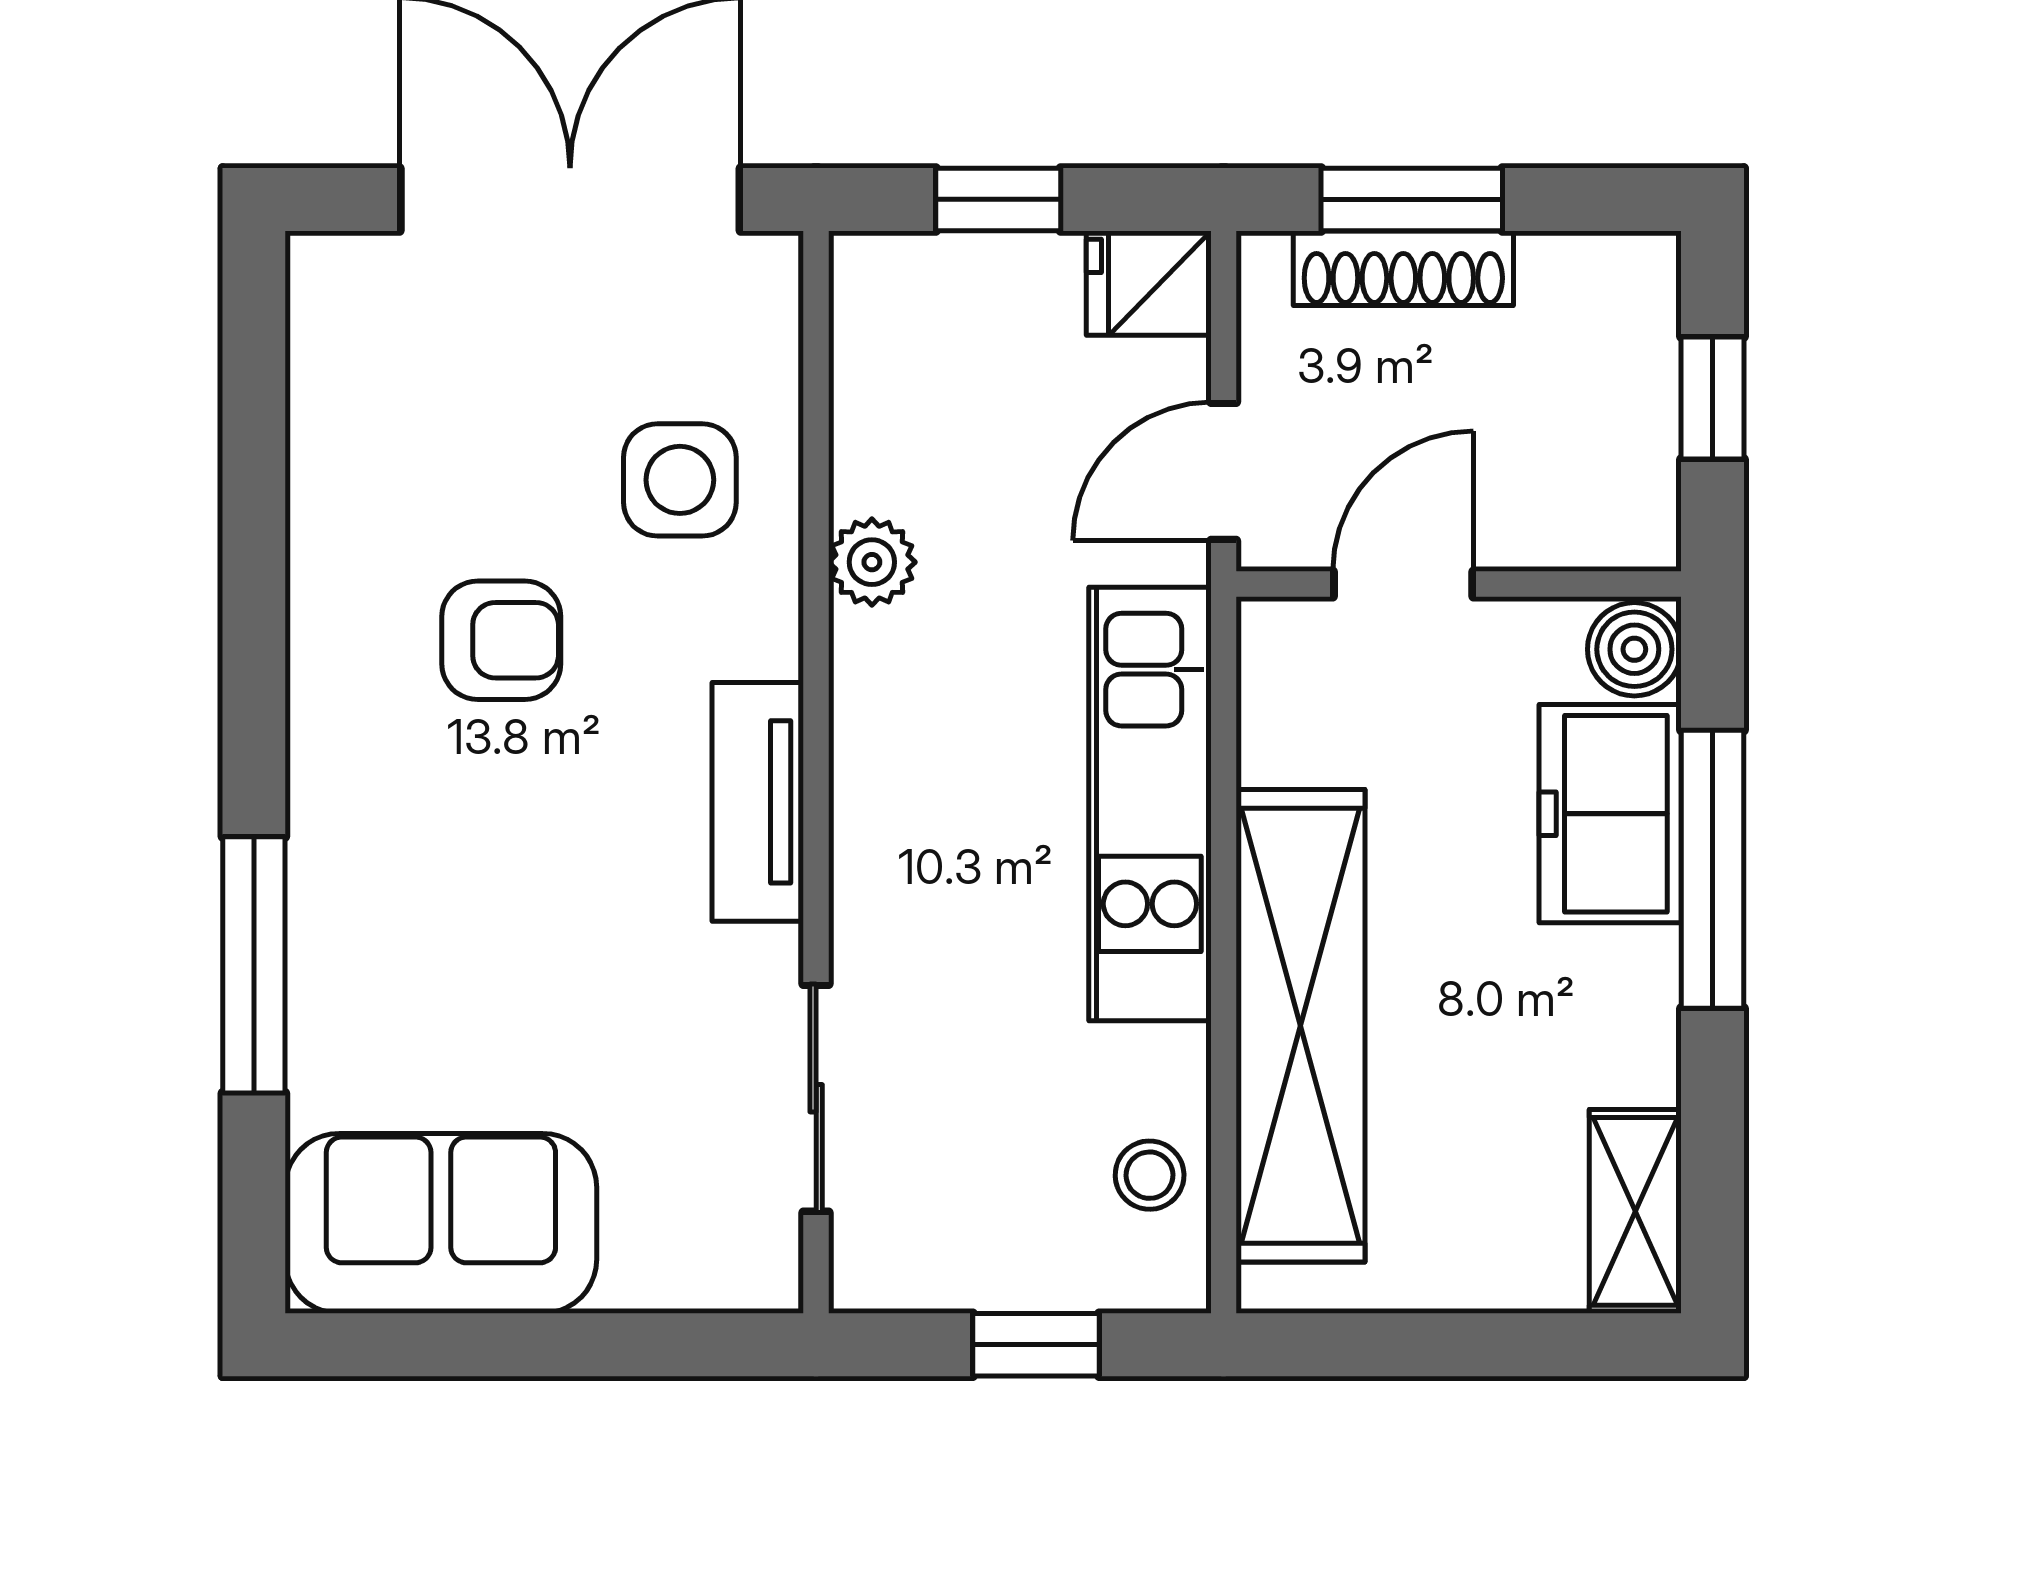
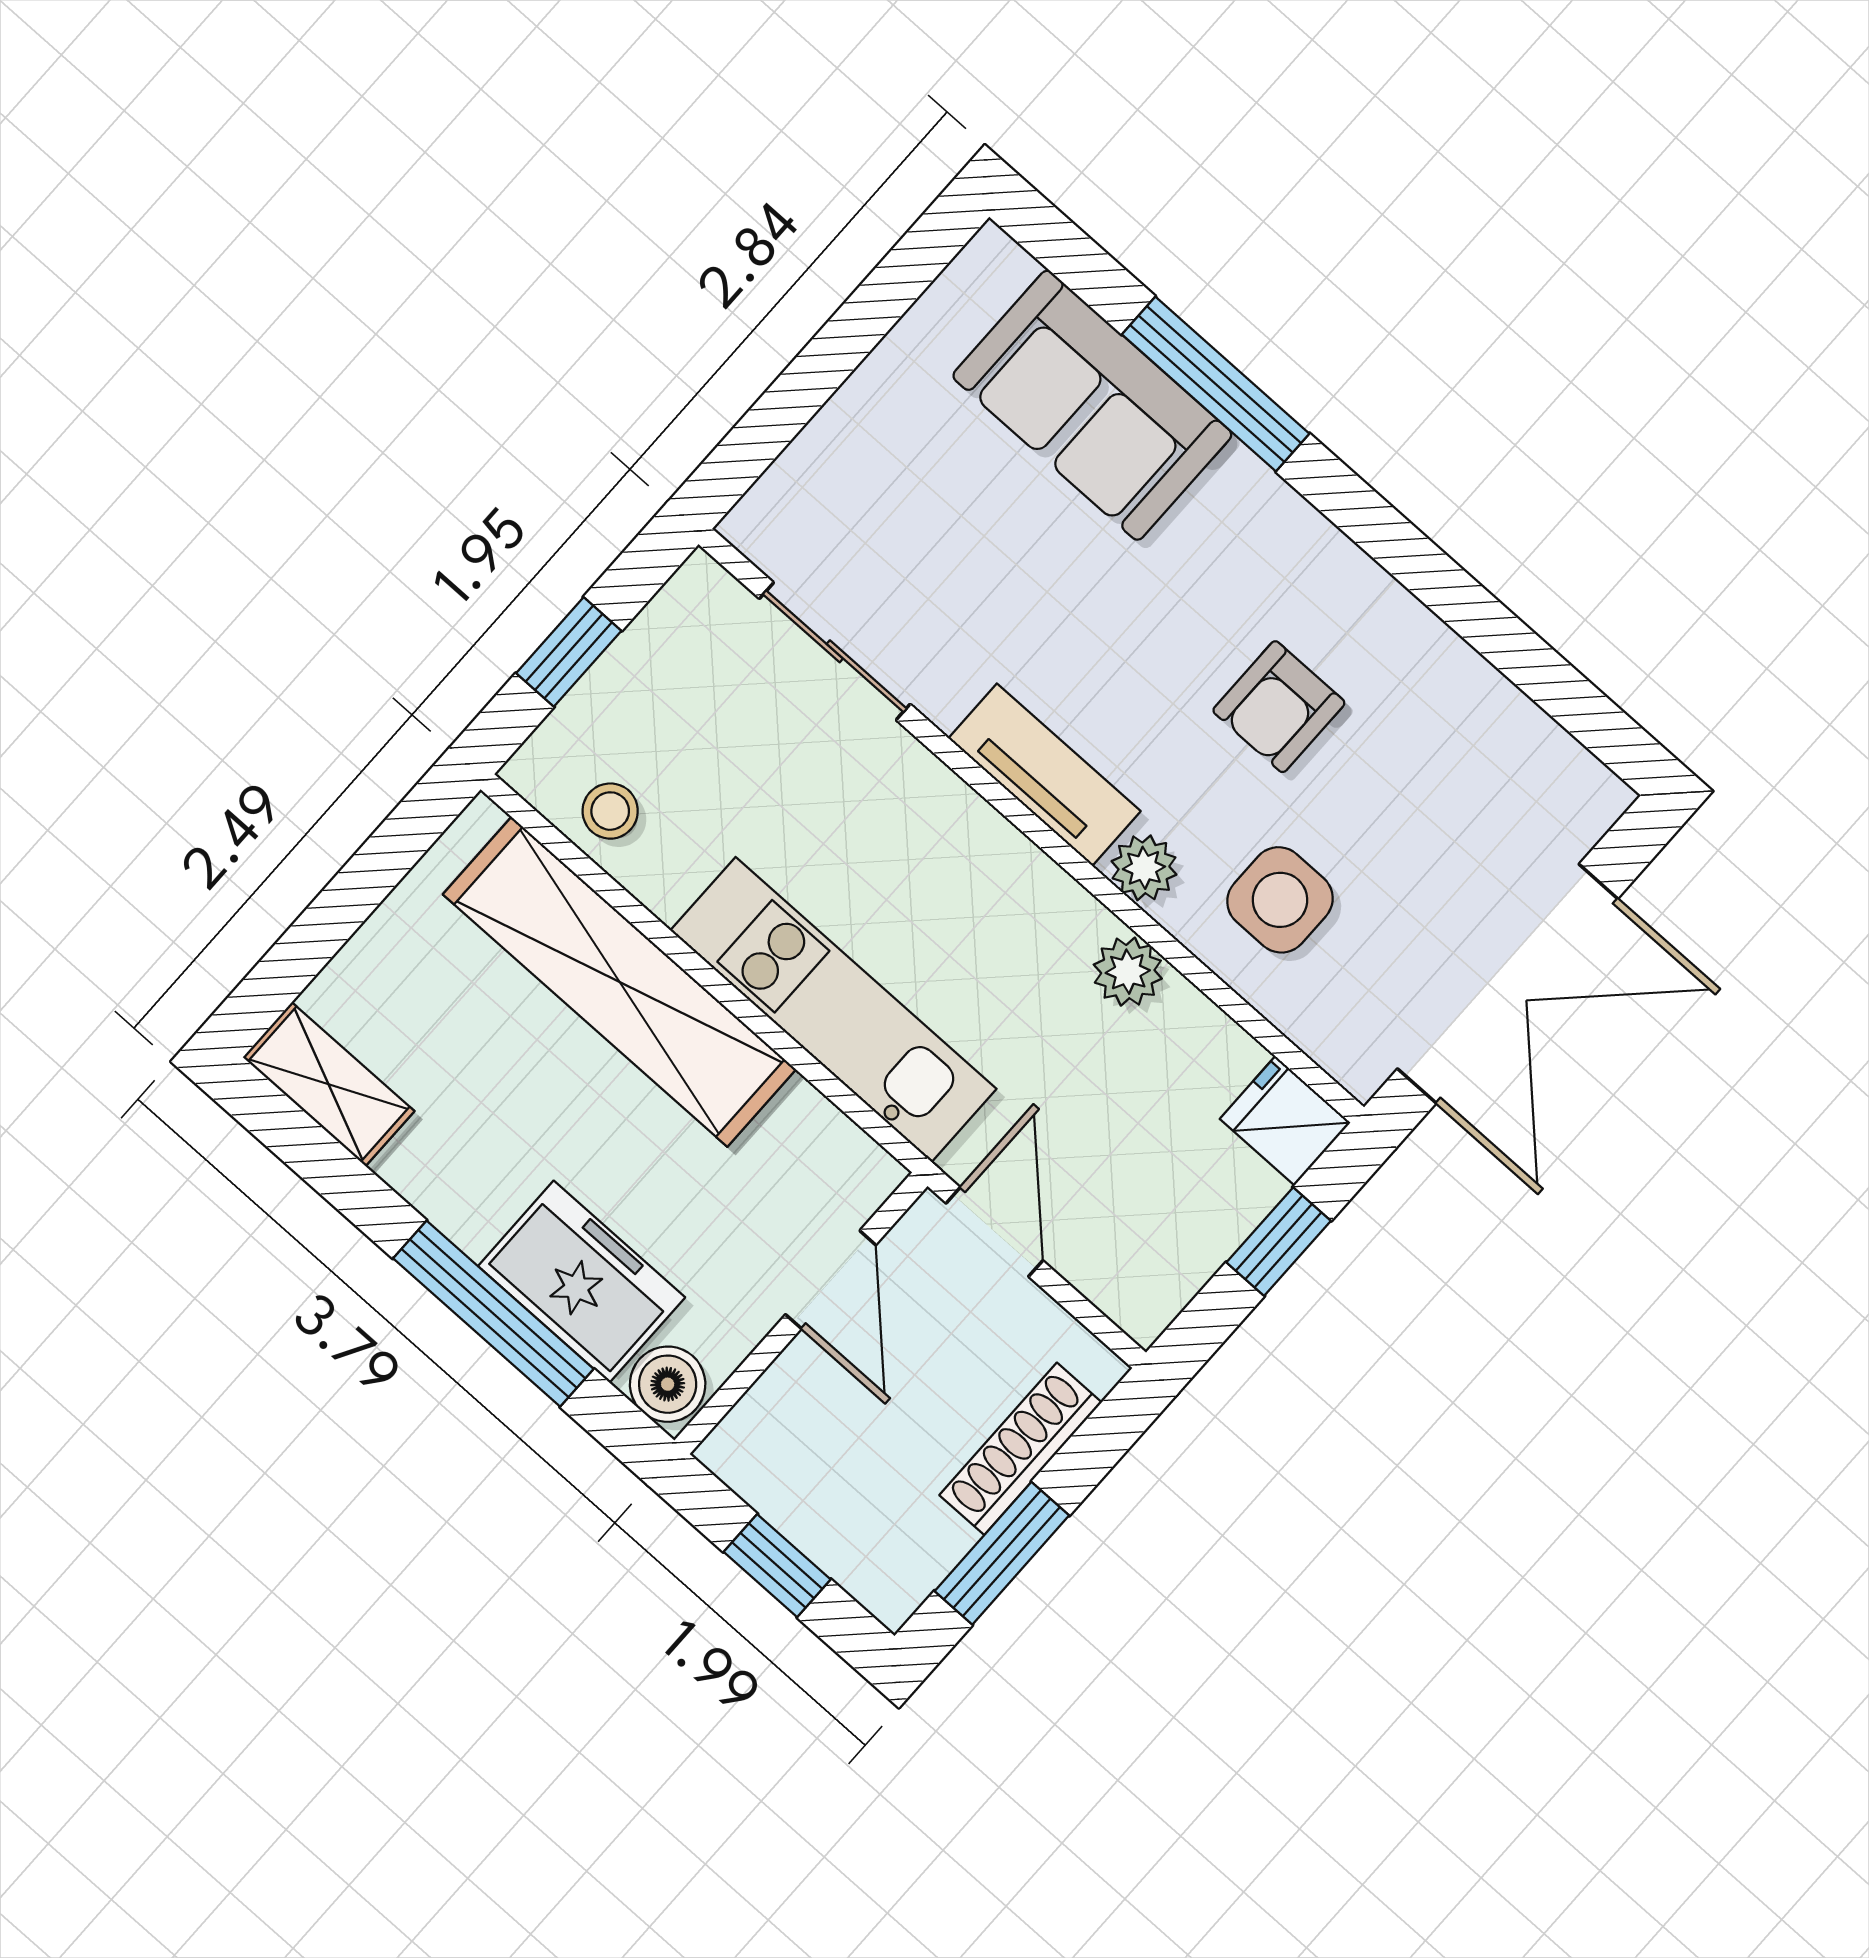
window: (1412, 199) -> (1002, 1553), moved
fridge: (1149, 283) -> (1285, 1121), moved, turned -90
plant: (762, 633) -> (1144, 868), added
sofa: (441, 1223) -> (1092, 405), moved, turned 90

